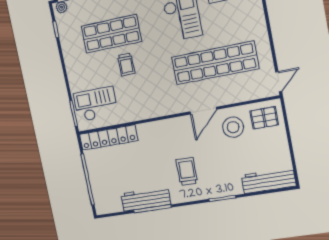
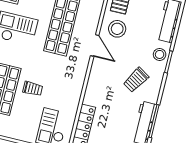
trolley: (187, 171) -> (136, 80), turned -59
stool: (226, 185) -> (160, 54), added

